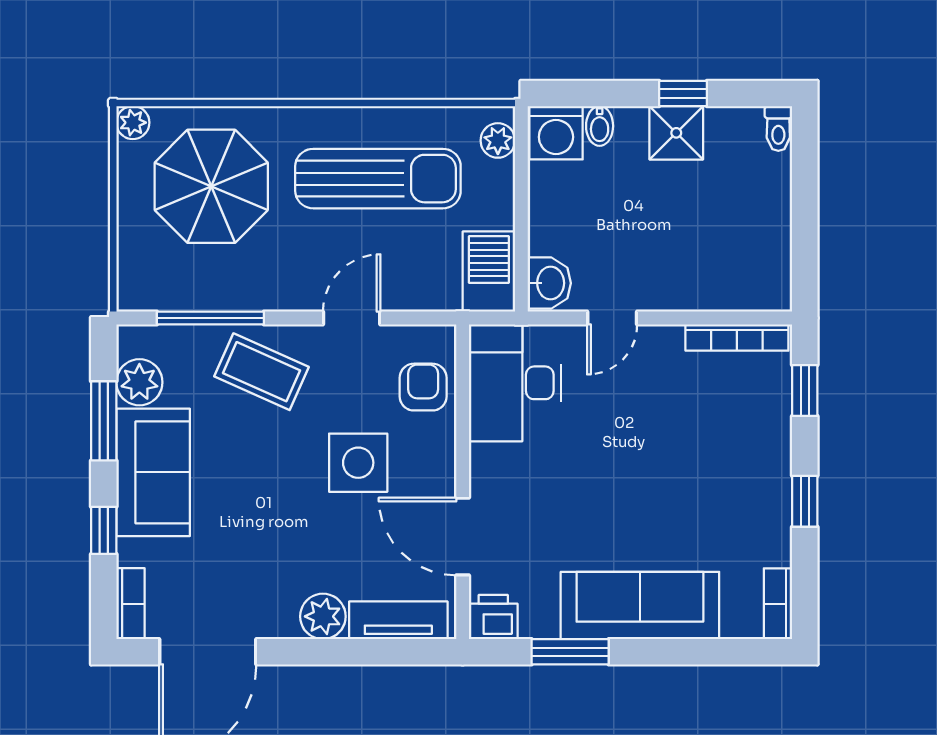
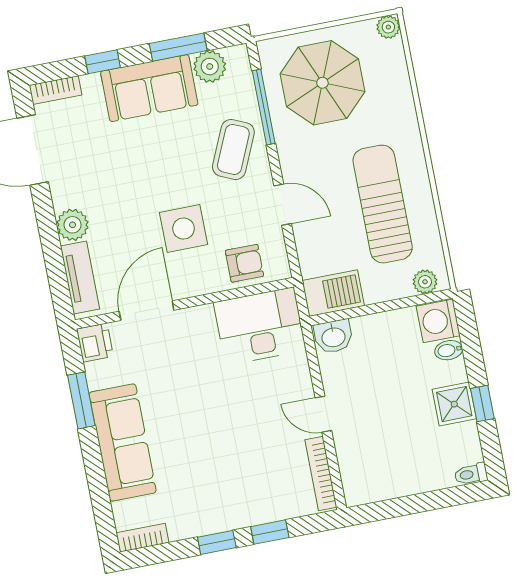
sun lounger: (378, 179) -> (383, 204), turned 180
parasol: (211, 186) -> (322, 83), moved
door: (612, 318) -> (323, 414), moved
window: (805, 391) -> (270, 532), moved

